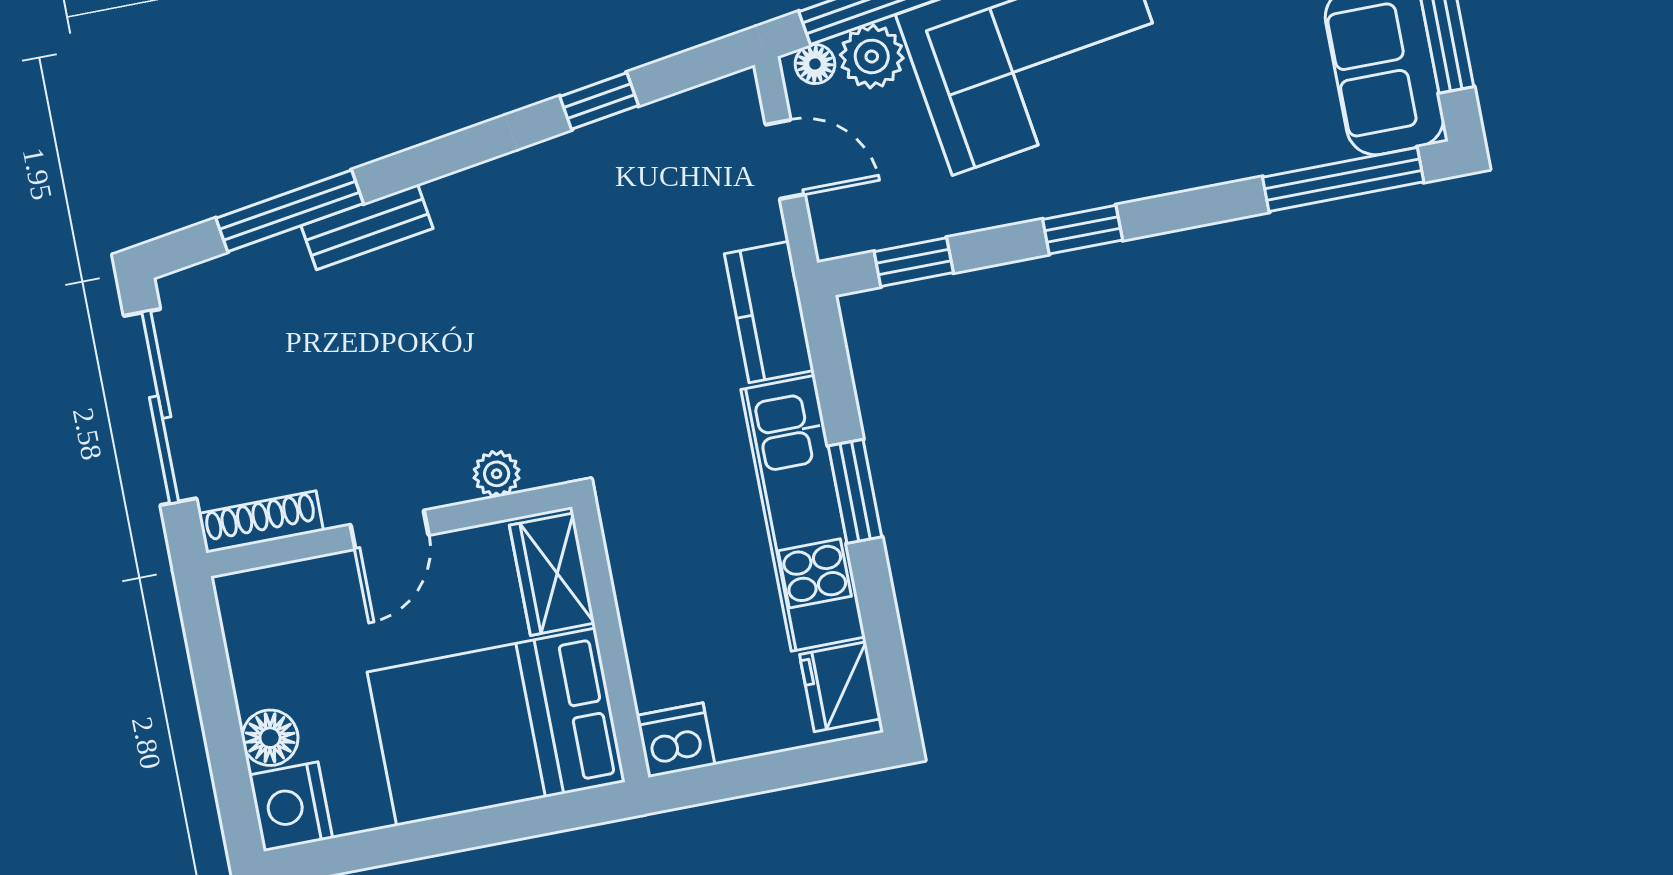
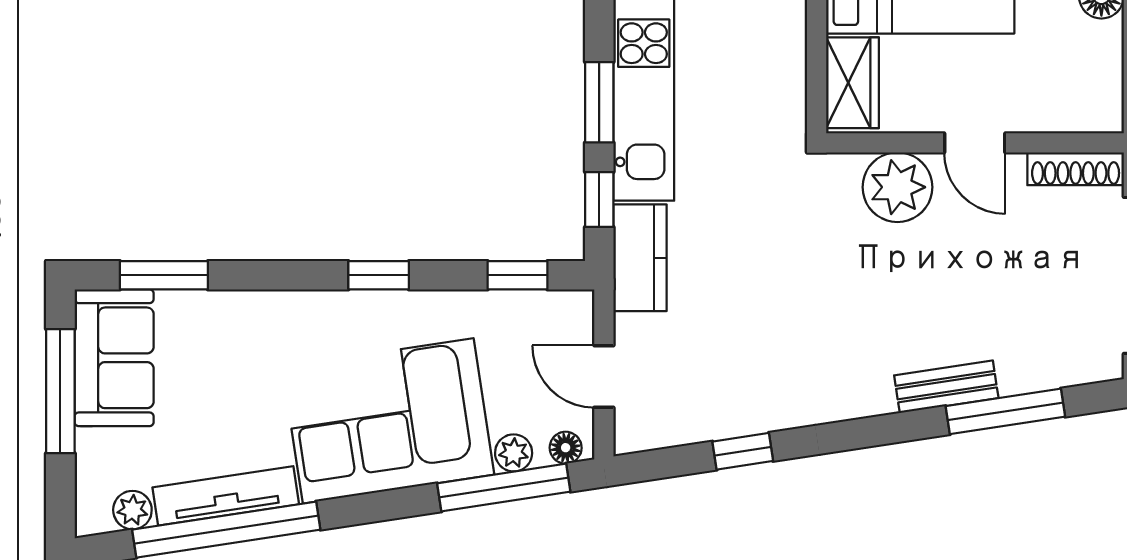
plant: (872, 56) -> (514, 453), width x0.73, depth x0.73
window: (1343, 179) -> (164, 275), width x0.69
window: (832, 373) -> (599, 200), added
plant: (497, 474) -> (897, 187), width x1.87, depth x1.87
door: (390, 530) -> (975, 143), swing flipped

